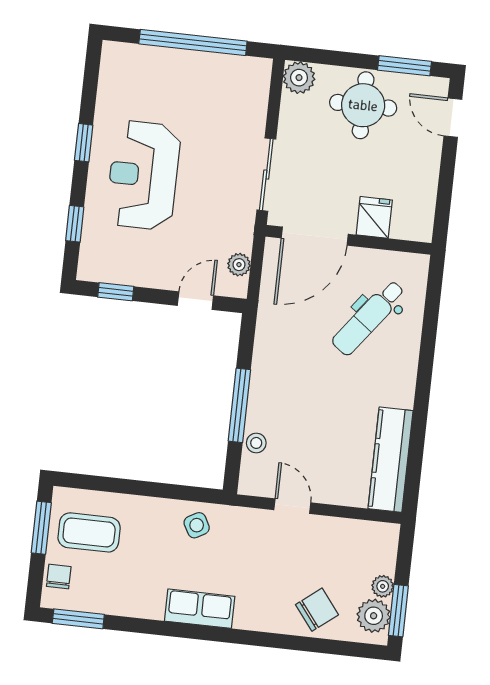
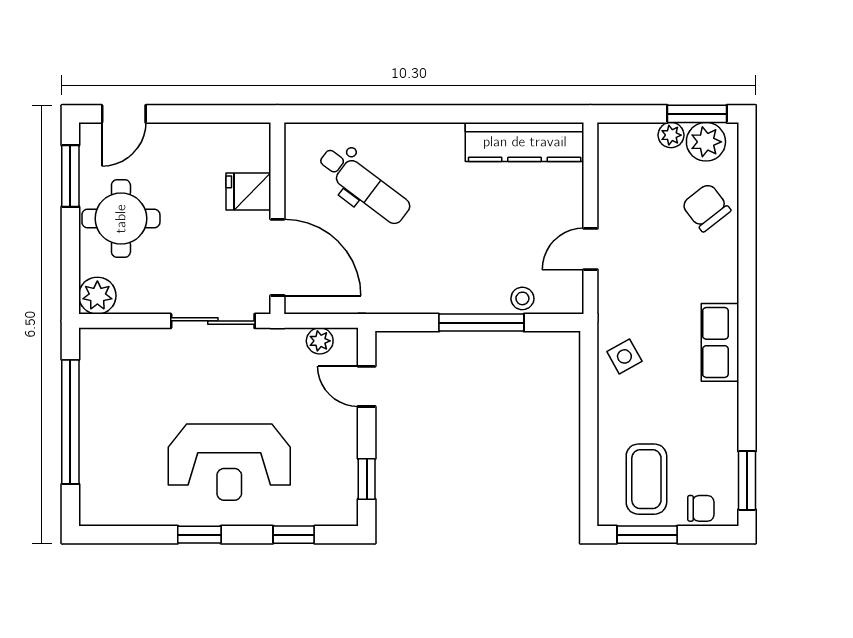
chair: (59, 577) -> (701, 508), turned 180

